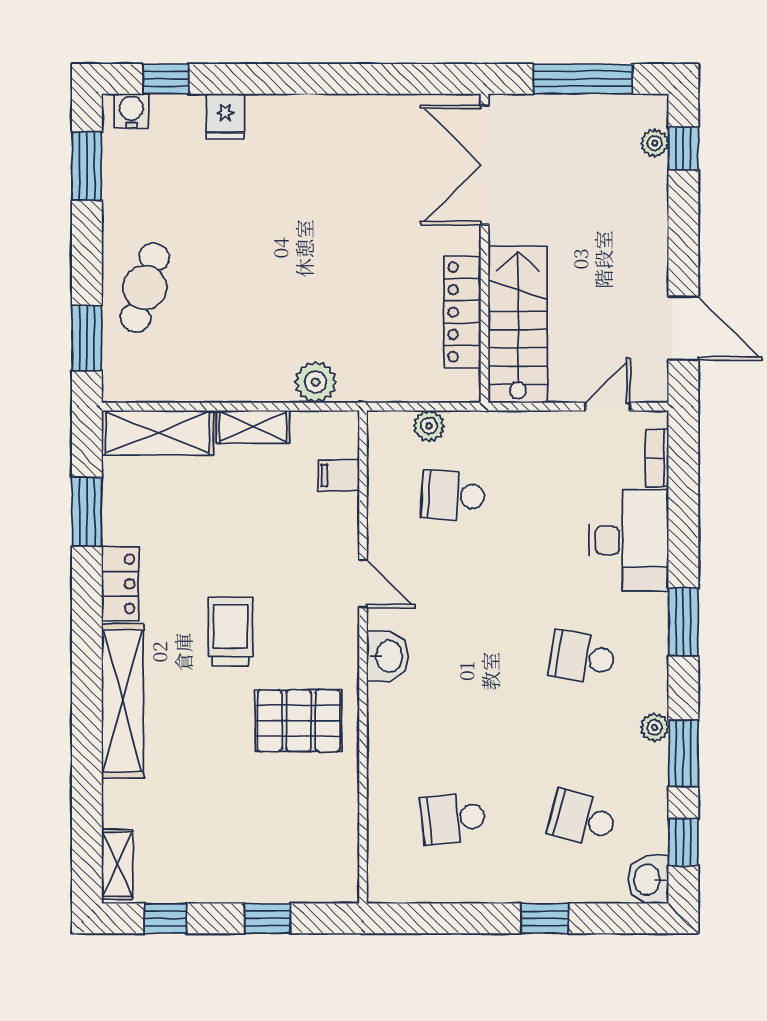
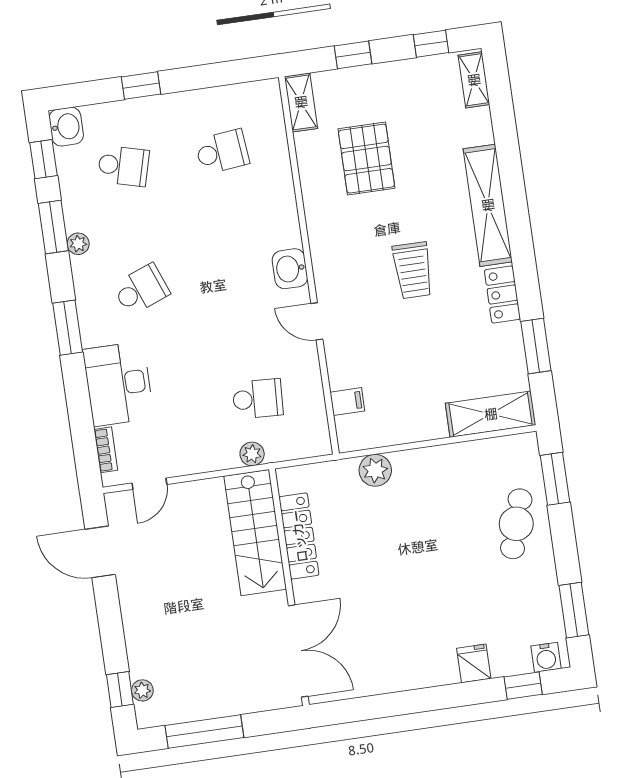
double door: (485, 165) -> (298, 651), moved
wall: (485, 248) -> (289, 587), moved
locker: (462, 312) -> (299, 536), moved
stairs: (518, 324) -> (255, 533), moved
plant: (429, 426) -> (252, 454), moved
shelving: (253, 427) -> (301, 102), moved, turned 90
school desk: (582, 657) -> (141, 289), turned -30
pallet: (299, 721) -> (366, 159), moved, turned 90

